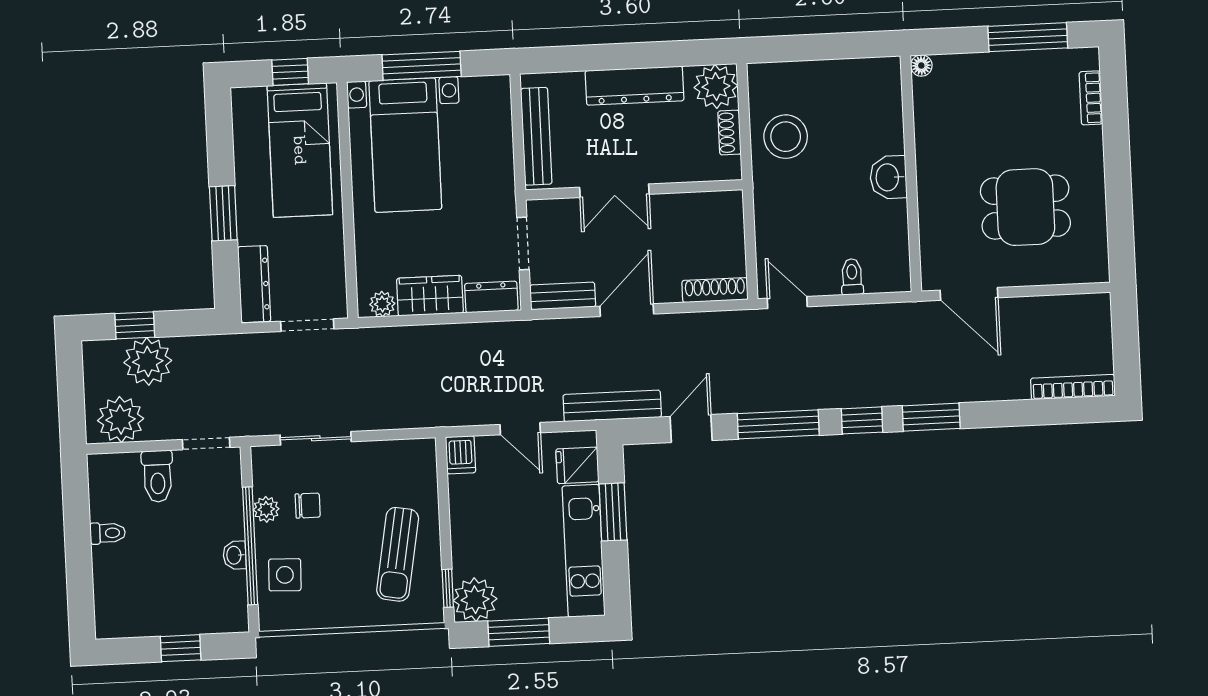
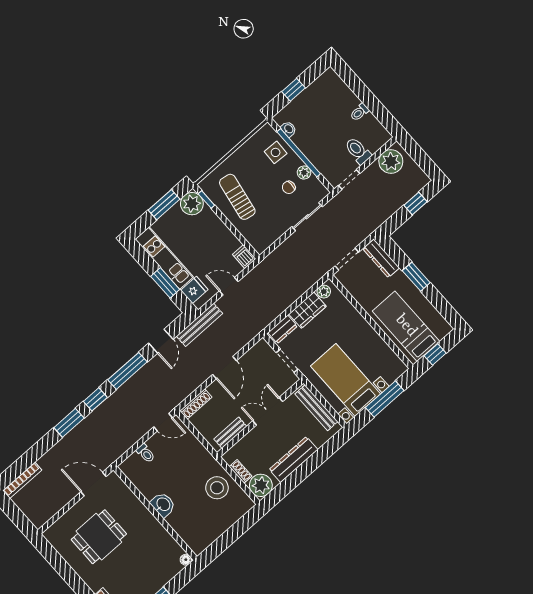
bed with nightstands: (405, 145) -> (346, 380), moved
bench: (563, 296) -> (230, 433), moved
plant: (148, 361) -> (399, 193), removed
washbasin: (235, 555) -> (289, 129), moved

